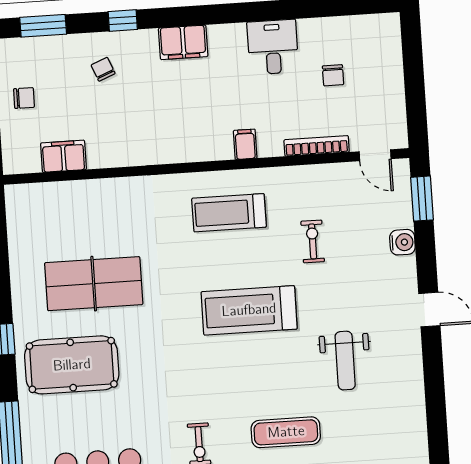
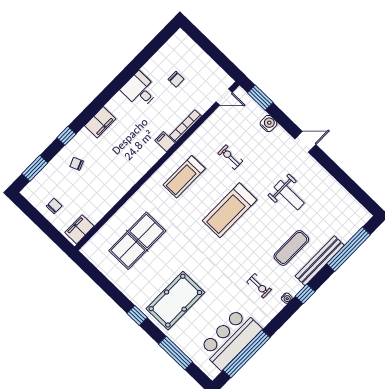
bookcase: (317, 146) -> (185, 126), moved
filing cabinet: (63, 156) -> (79, 229), moved
table tennis table: (94, 284) -> (137, 241), moved

